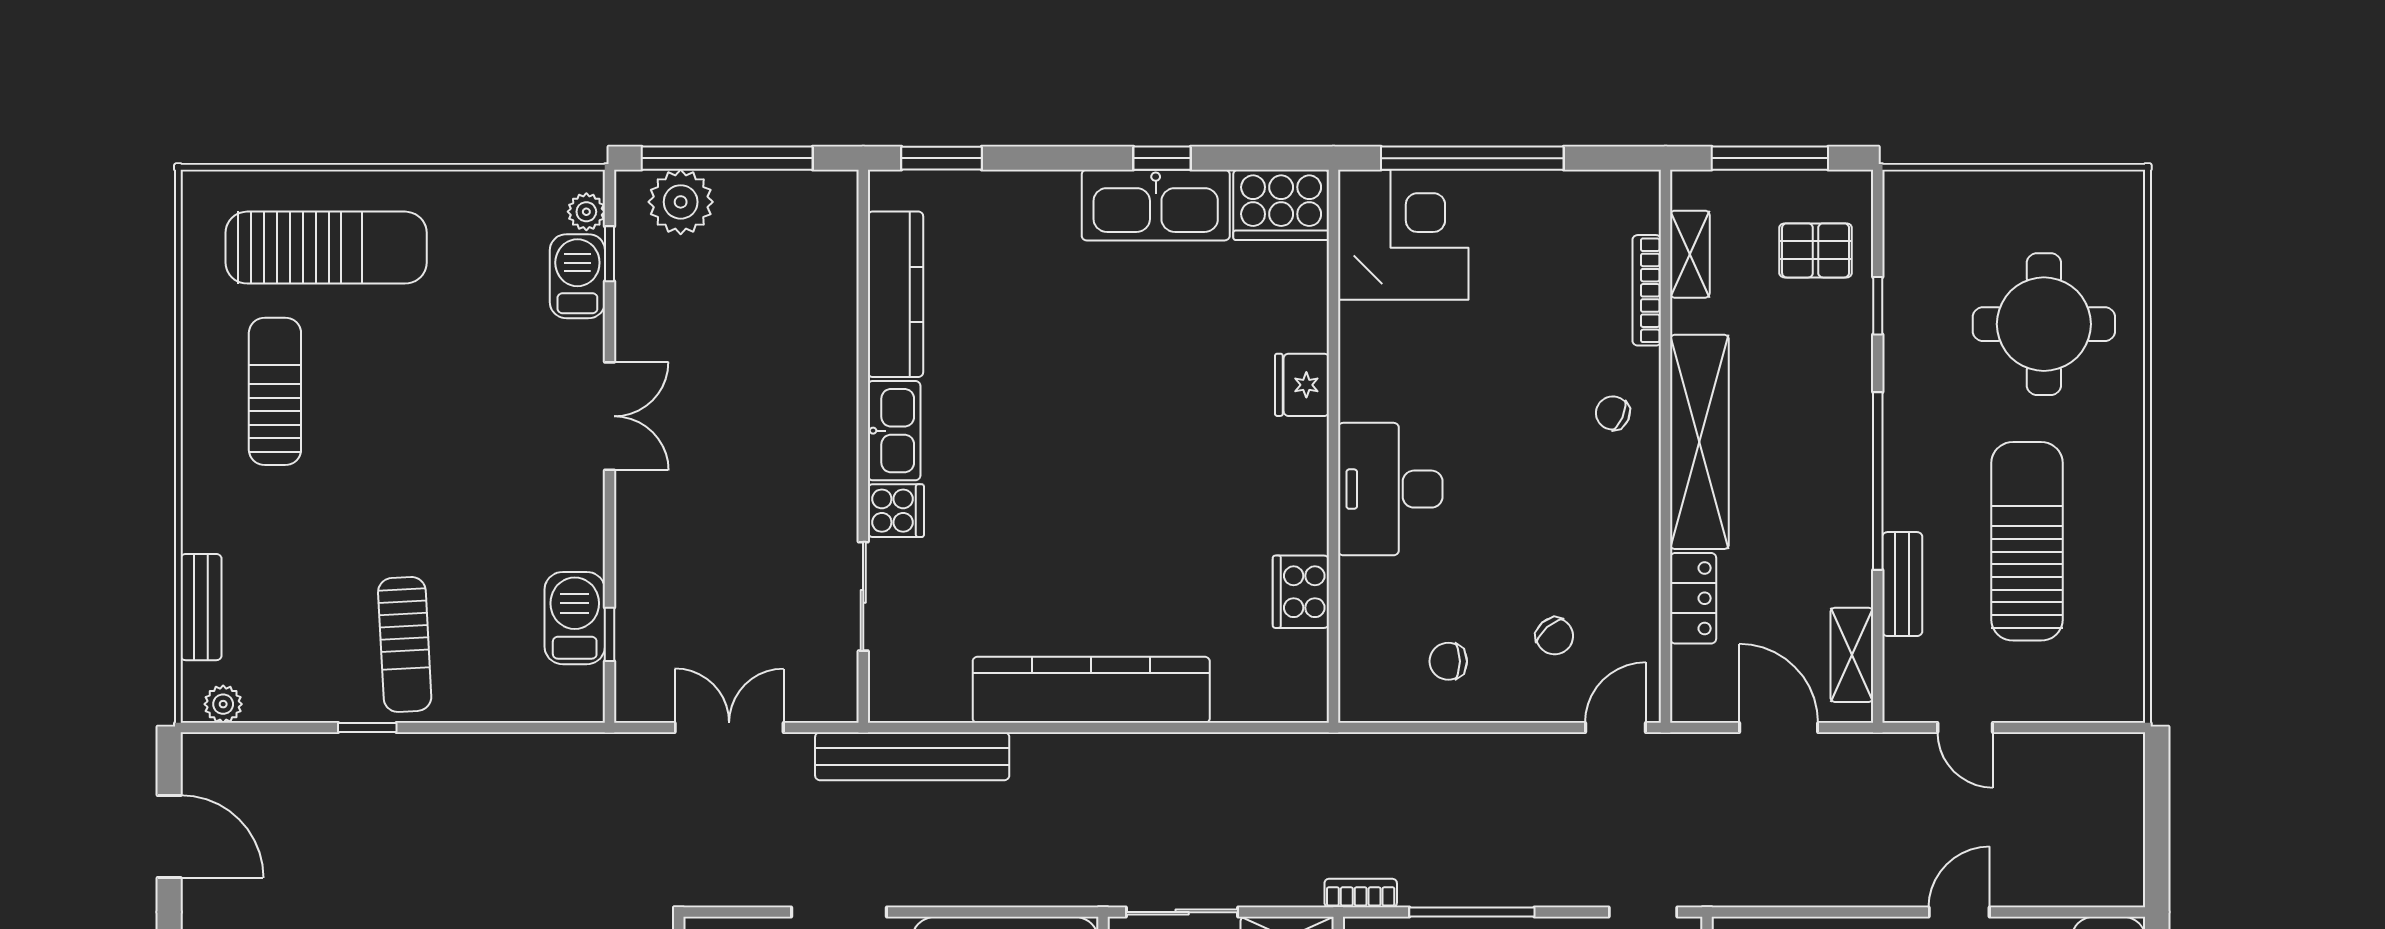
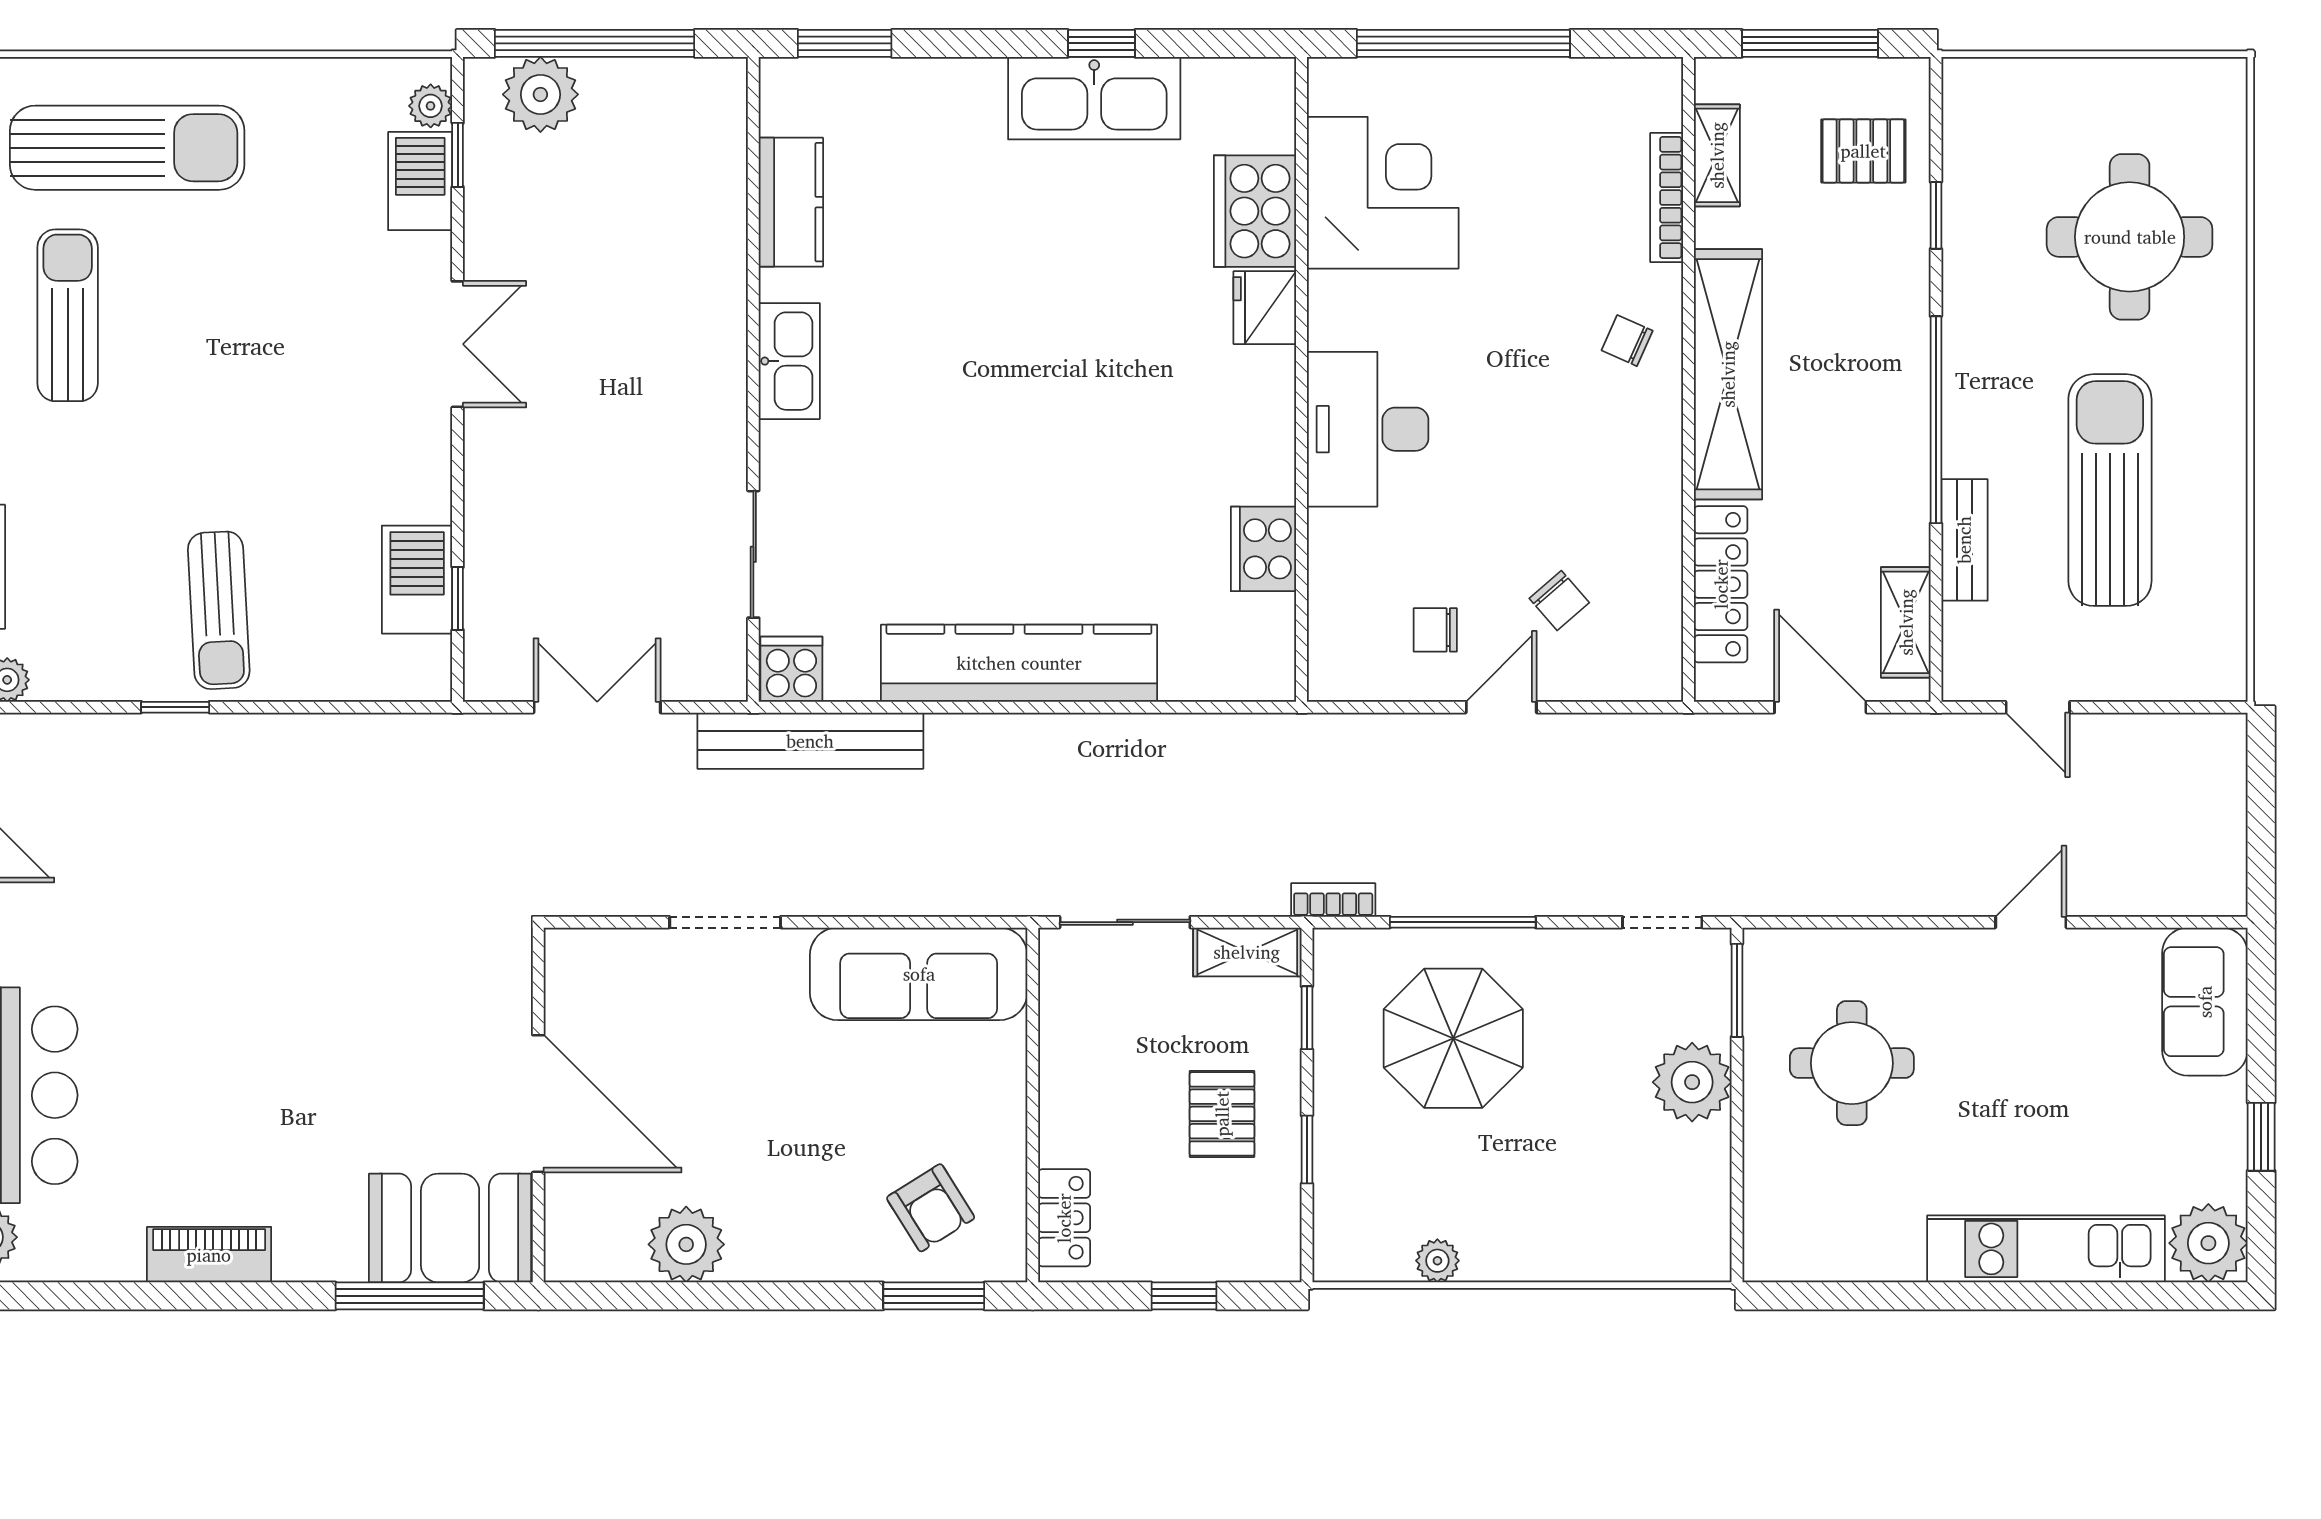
cooker: (1281, 205) -> (1255, 211), moved, turned 90
corner desk: (1403, 235) -> (1383, 193), moved
kitchen counter: (895, 294) -> (791, 202), width x0.67
cooker: (896, 511) -> (791, 669), moved, turned -90
locker: (1693, 598) -> (1721, 584), width x1.53
door: (1615, 728) -> (1501, 707), moved

